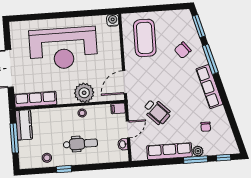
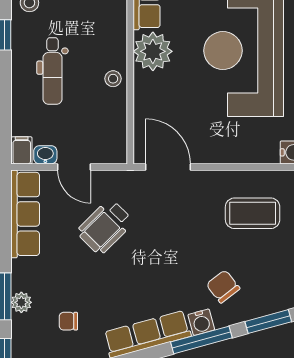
coffee table: (145, 38) -> (253, 213), width x0.73, depth x0.76
water cooler: (201, 60) -> (201, 322), added
plant: (84, 93) -> (153, 51), moved
filing cabinet: (118, 108) -> (22, 150), moved
row of seats: (169, 151) -> (25, 214), moved

